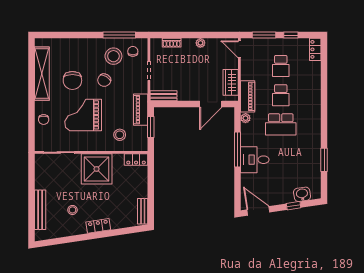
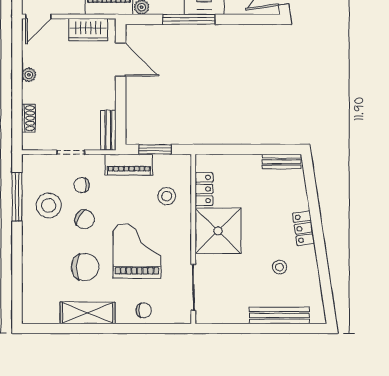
chair: (133, 51) -> (82, 185), moved
shelving: (42, 74) -> (88, 313), width x0.68
grand piano: (83, 115) -> (137, 251), turned 180
locker: (136, 160) -> (204, 189), moved

